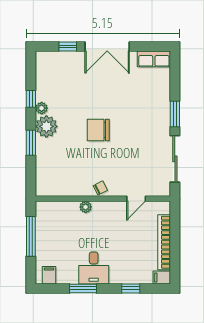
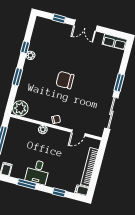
double door: (107, 47) -> (85, 25), width x0.73
plant: (46, 126) -> (20, 108), moved

